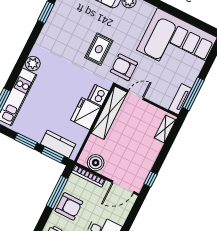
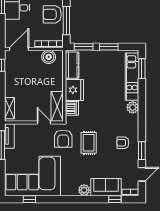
window: (193, 21) -> (29, 199), added
armchair: (62, 31) -> (123, 143), added
armchair: (124, 67) -> (63, 139), turned 90
door: (136, 95) -> (44, 122), swing flipped
shelving: (109, 113) -> (57, 106), width x0.68
kitchen counter: (58, 144) -> (72, 65), moved, turned -90

